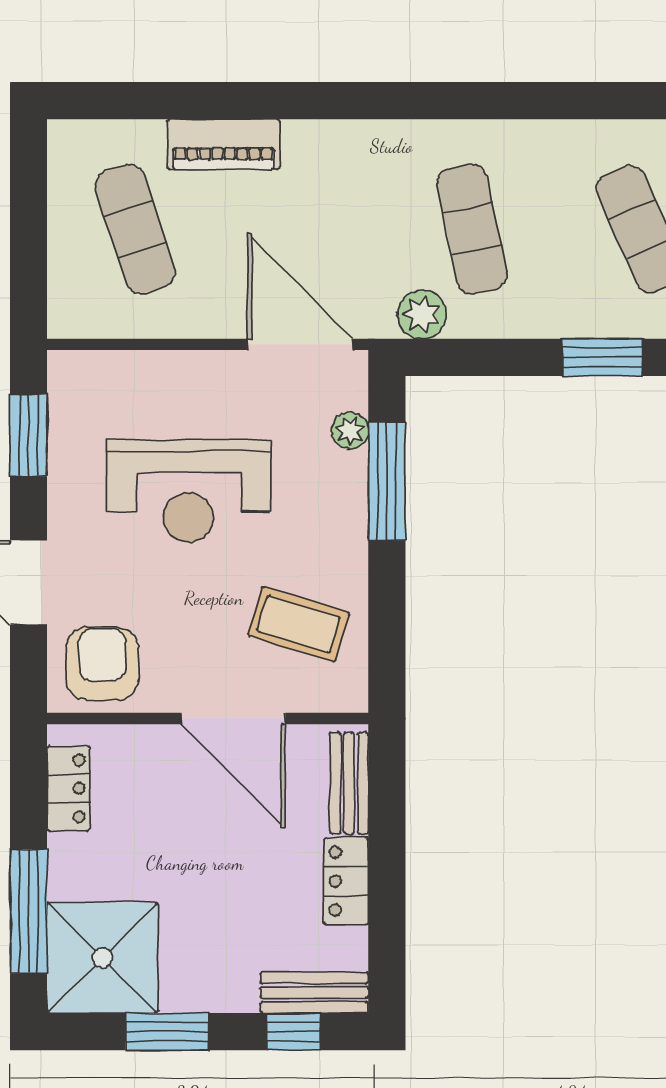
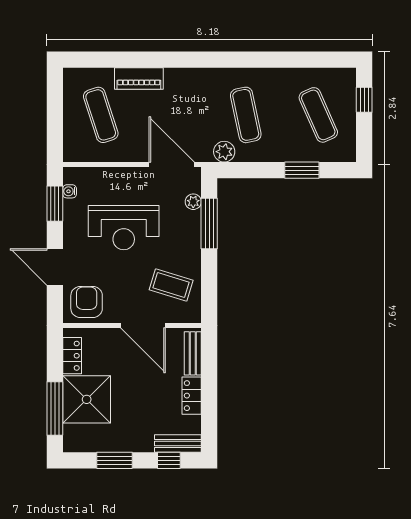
water cooler: (63, 406) -> (70, 191), added
shower: (102, 958) -> (87, 399), moved

